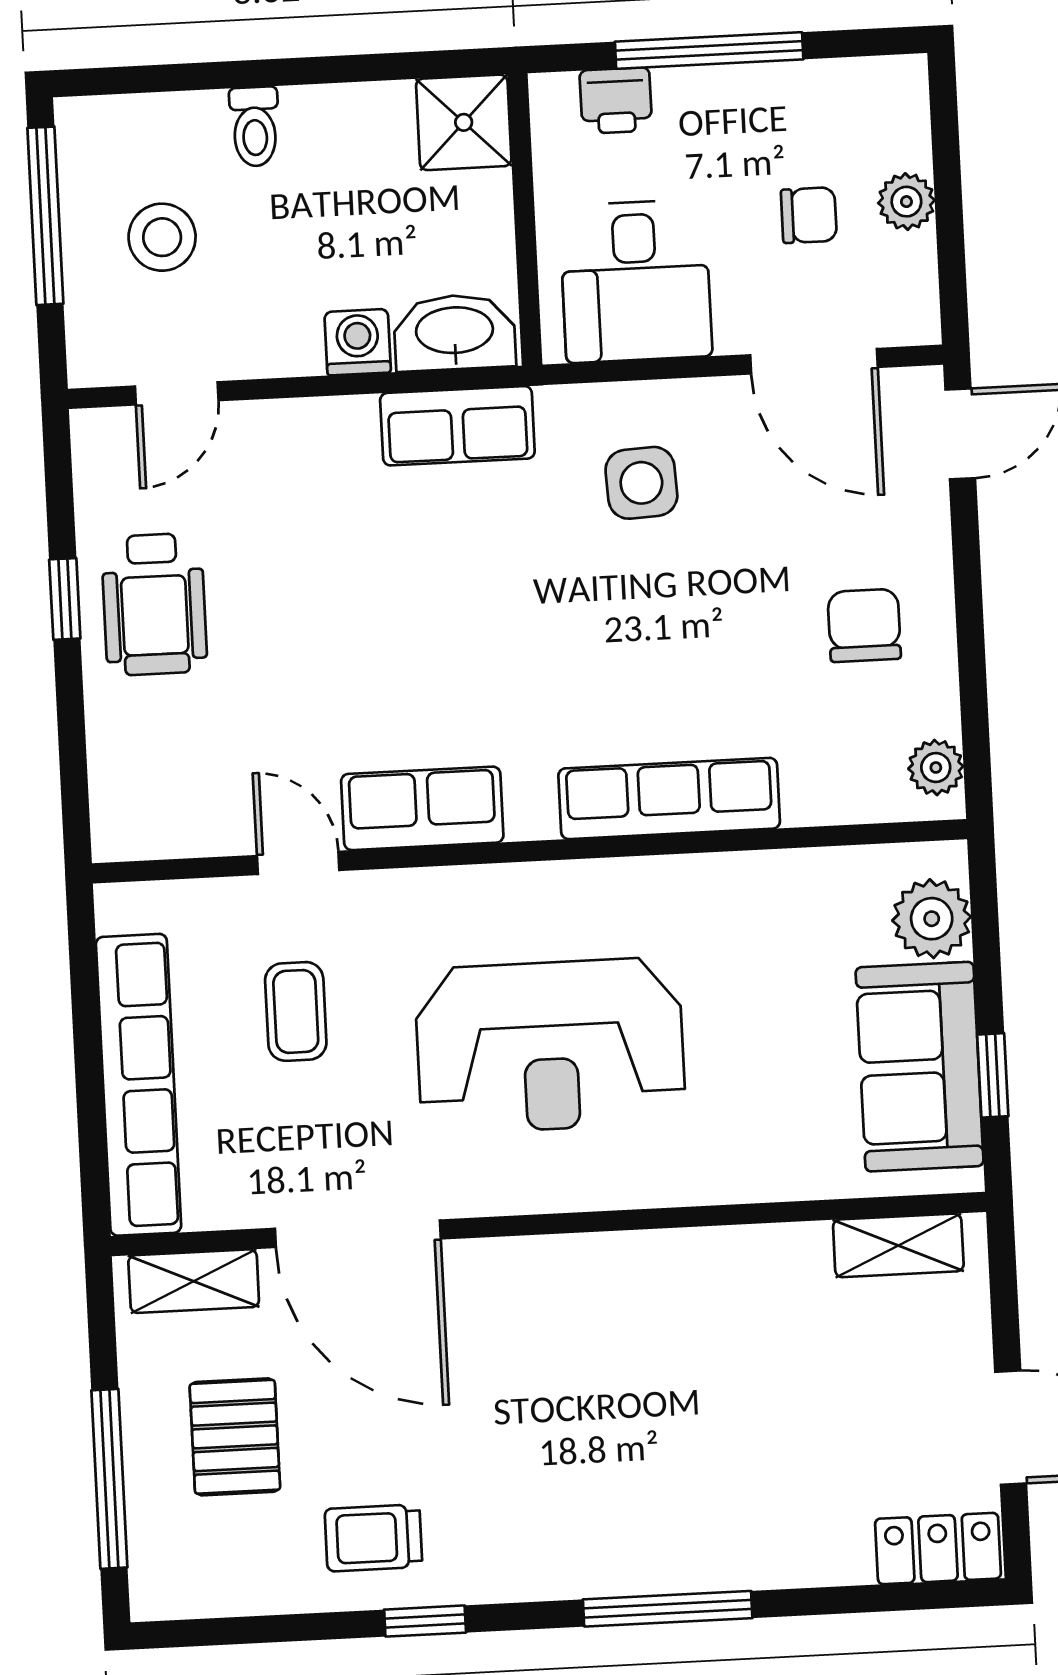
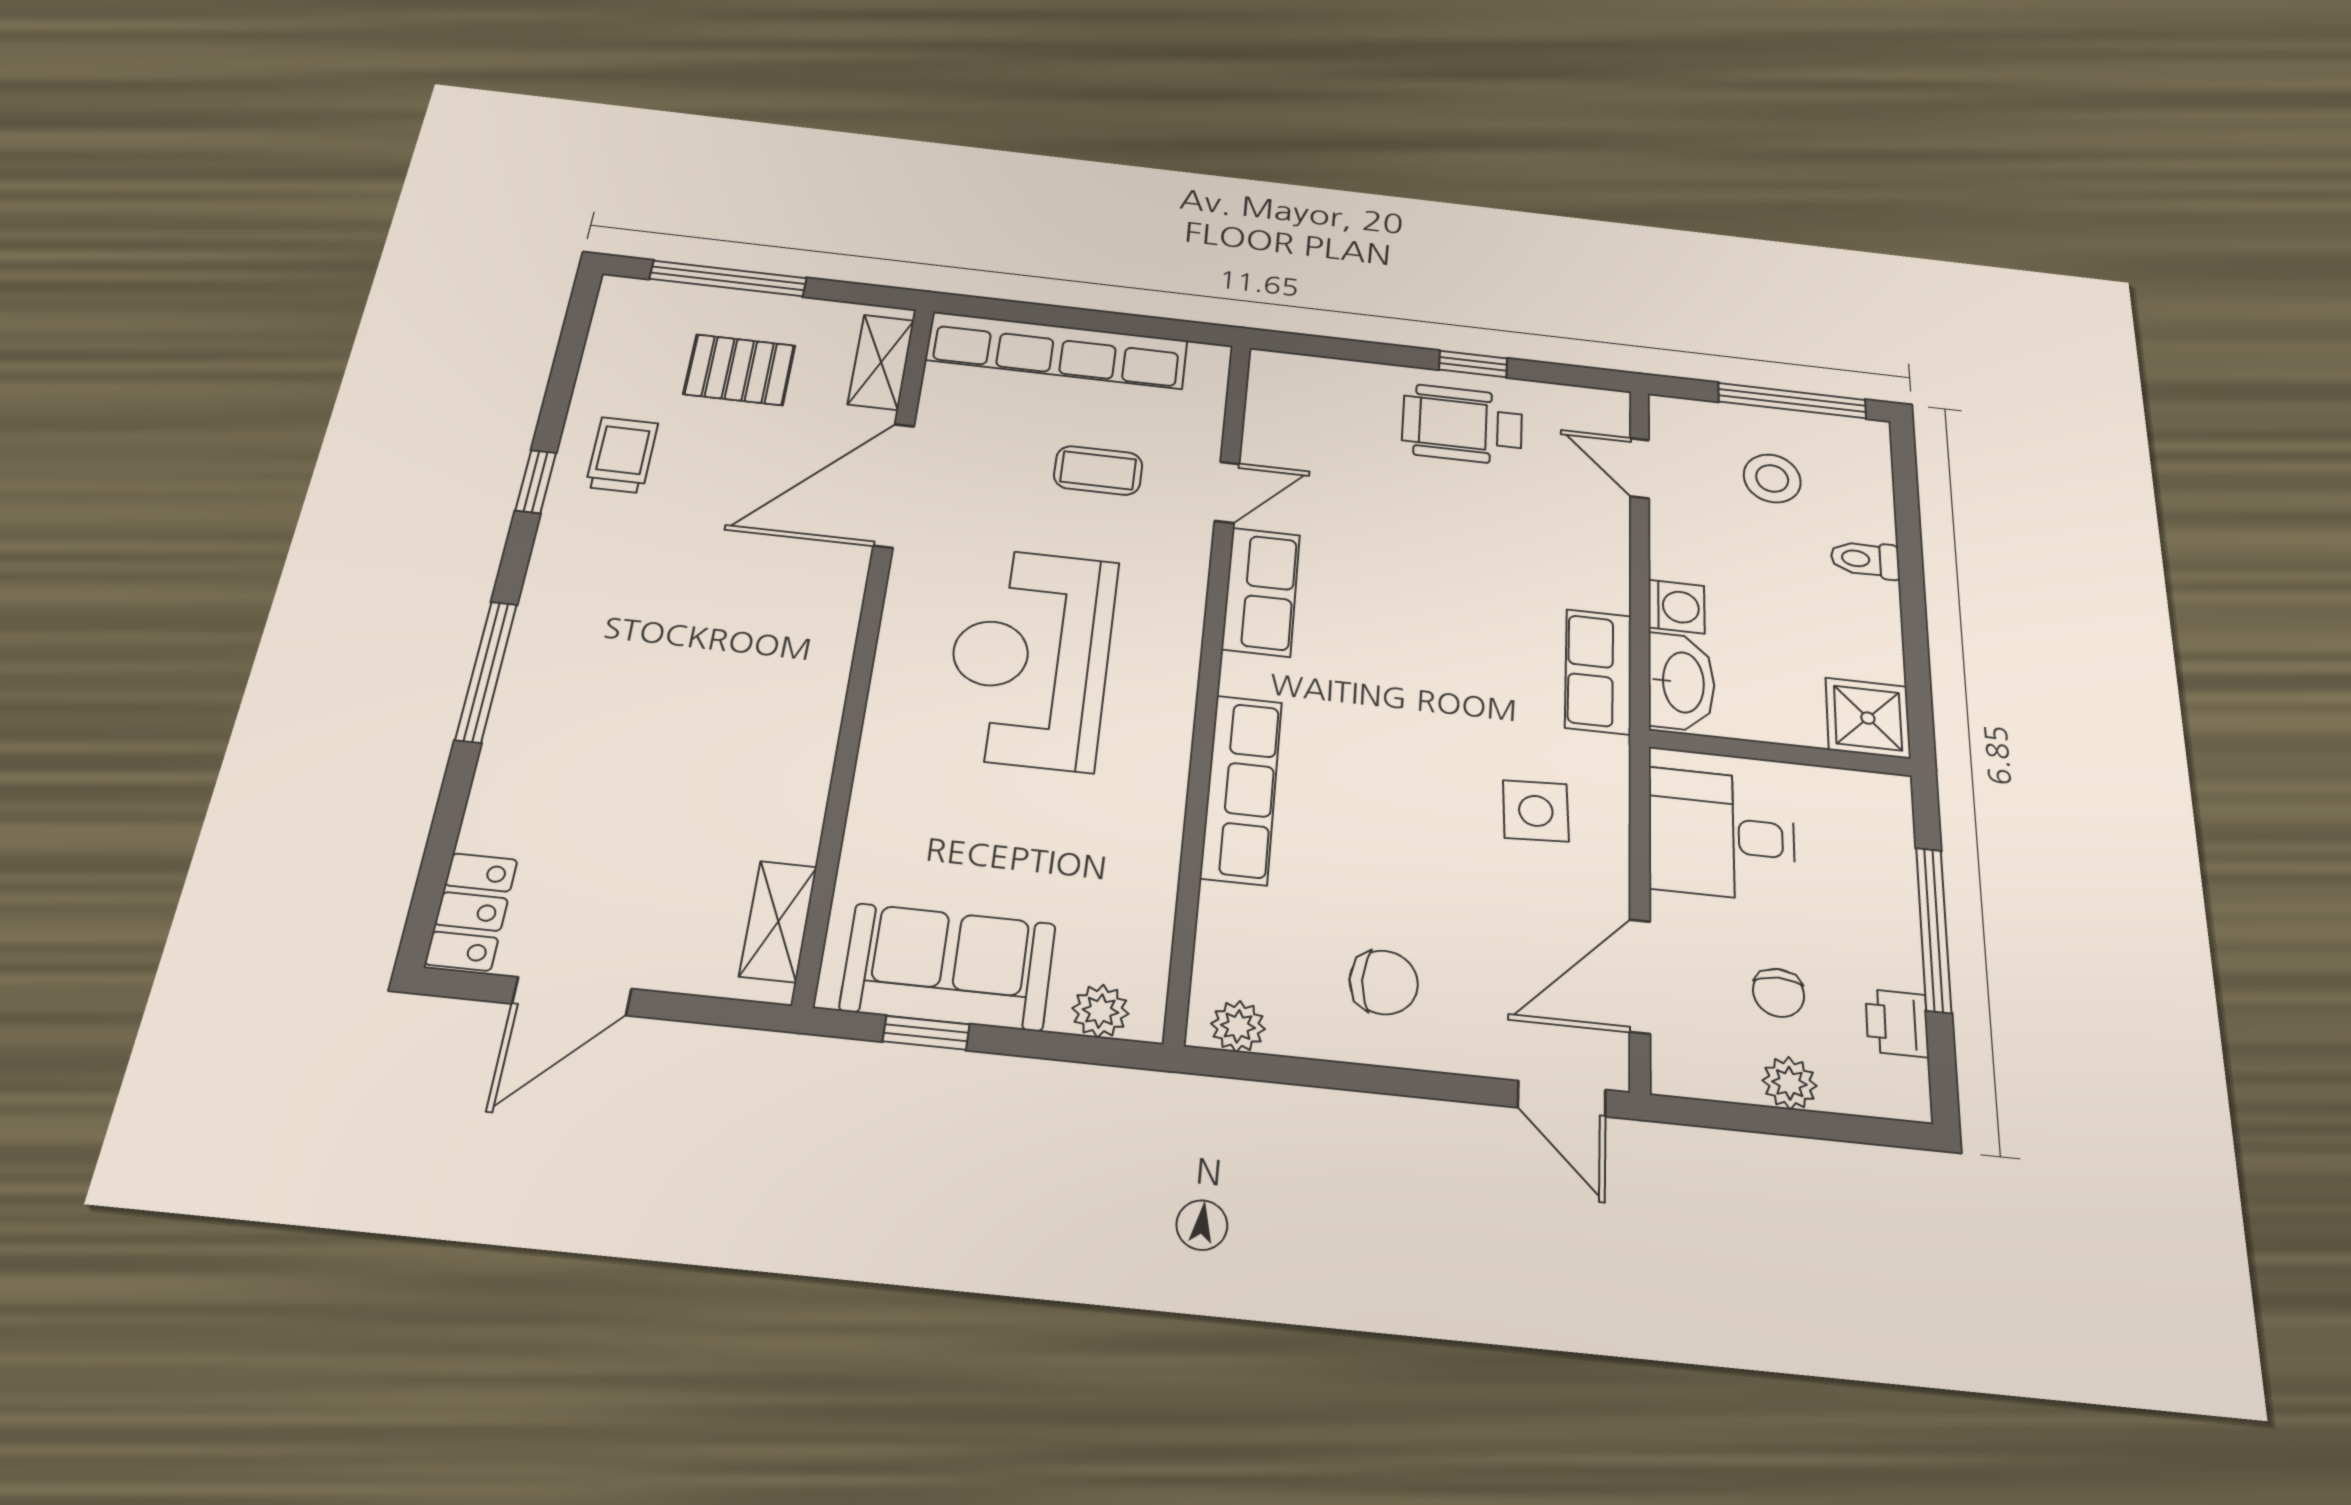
printer: (616, 101) -> (1897, 1023), moved
plant: (932, 919) -> (1100, 1011), width x0.73, depth x0.73

